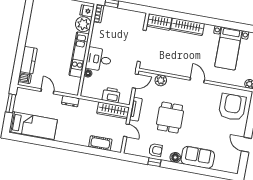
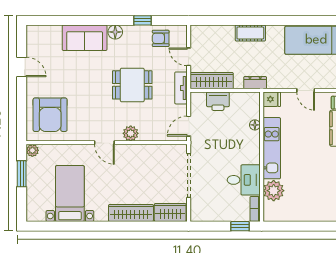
fridge: (87, 11) -> (272, 99), moved
desk: (99, 59) -> (244, 180), moved
plant: (161, 80) -> (131, 133), moved
dresser: (70, 101) -> (255, 83), moved
dining table: (170, 118) -> (132, 85), turned 90
cot: (100, 143) -> (250, 33), moved
armchair: (156, 150) -> (161, 38), moved

